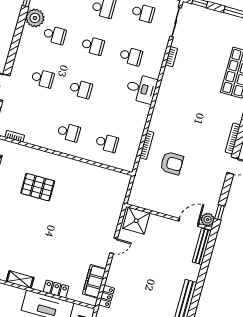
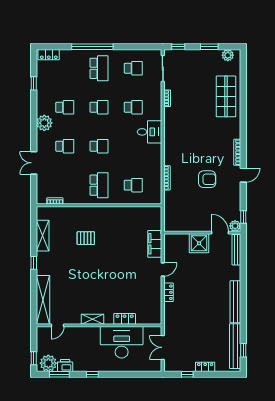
plant: (35, 18) -> (44, 123), moved
school desk: (69, 132) -> (99, 185), width x1.85
armchair: (172, 163) -> (207, 179), moved
pallet: (38, 187) -> (86, 238), width x0.67, depth x0.71
shower: (136, 221) -> (199, 243), moved
door: (189, 222) -> (220, 233), hinge flipped
filing cabinet: (94, 281) -> (155, 244), moved
locker: (107, 296) -> (169, 292), moved

